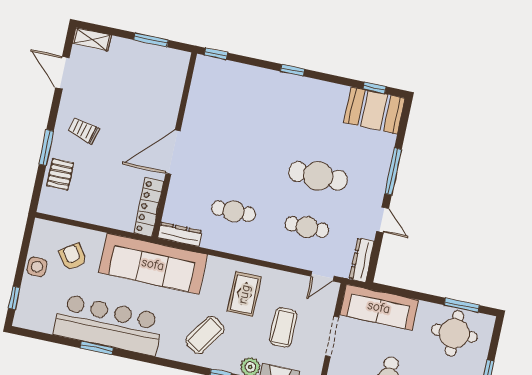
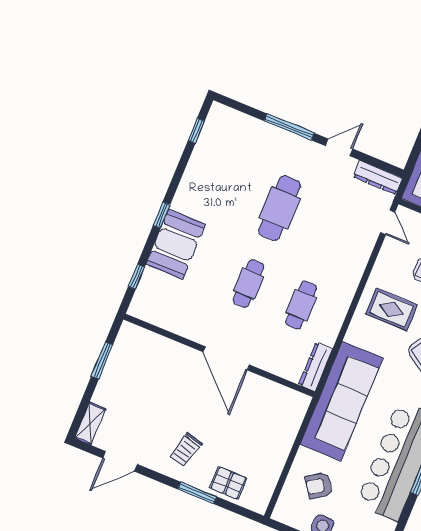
window: (216, 54) -> (136, 277), moved
booth: (374, 110) -> (176, 244), moved
locker: (149, 207) -> (280, 395), removed
cafe table: (307, 227) -> (249, 284), moved

